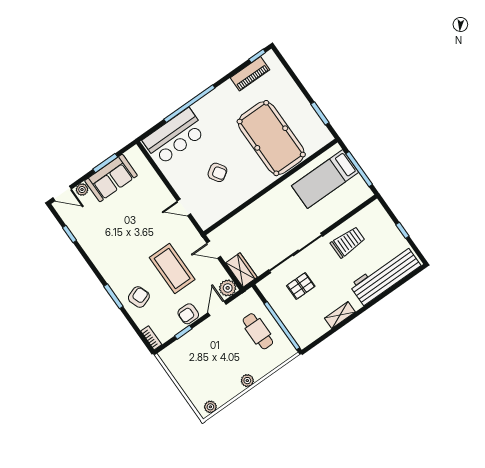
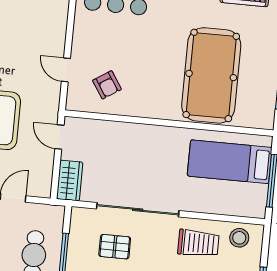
armchair: (217, 172) -> (107, 85), moved
stool: (369, 218) -> (239, 238), added
plant: (228, 288) -> (41, 187), removed

